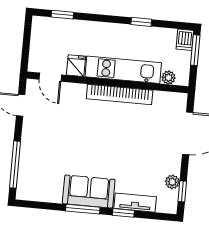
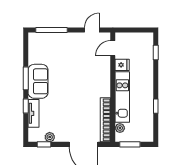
dishwasher: (185, 40) -> (146, 137), removed
window: (195, 50) -> (130, 144), moved
bookcase: (120, 95) -> (105, 120), moved

